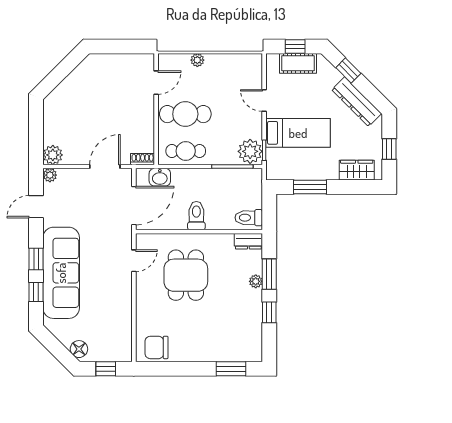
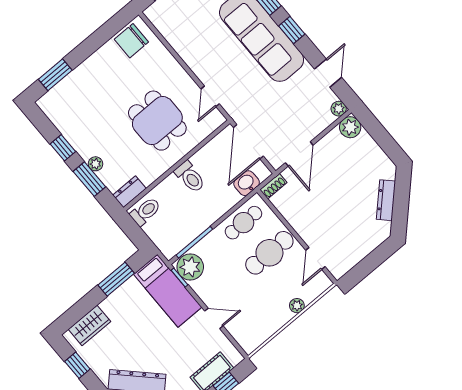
dresser: (71, 82) -> (386, 200), added
bed: (298, 133) -> (168, 291), moved, turned -90
chair: (156, 347) -> (131, 41), turned 180

